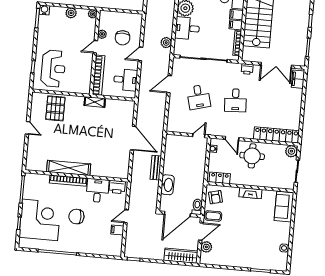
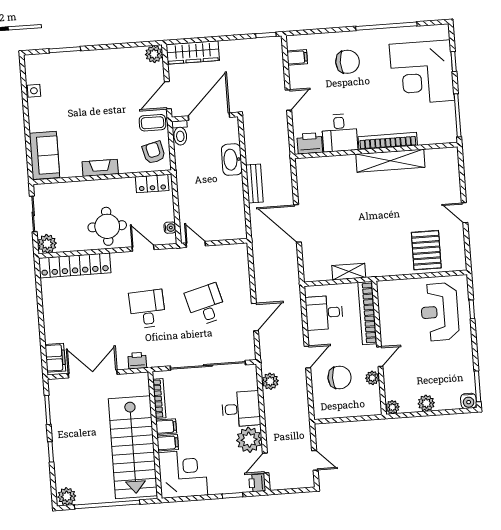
chair: (123, 38) -> (340, 377), turned 90
shelving: (95, 102) -> (349, 272), moved
door: (199, 136) -> (196, 244), swing flipped
chair: (76, 217) -> (347, 62), moved
filing cabinet: (117, 230) -> (297, 57), moved
plant: (206, 247) -> (154, 54), moved

